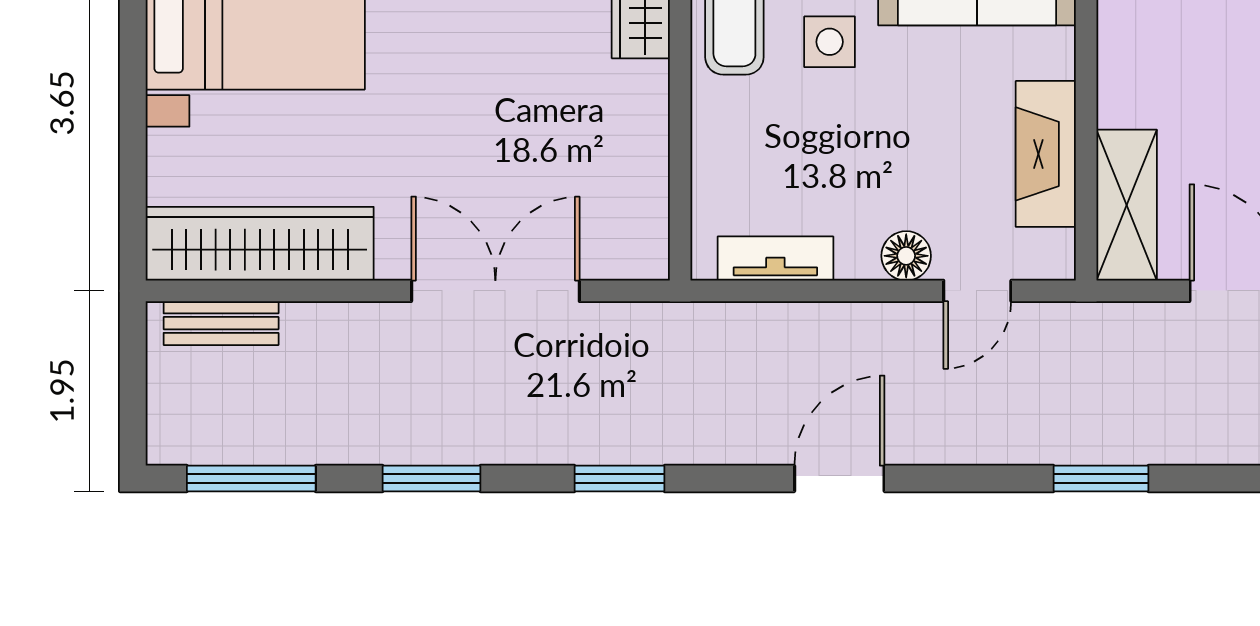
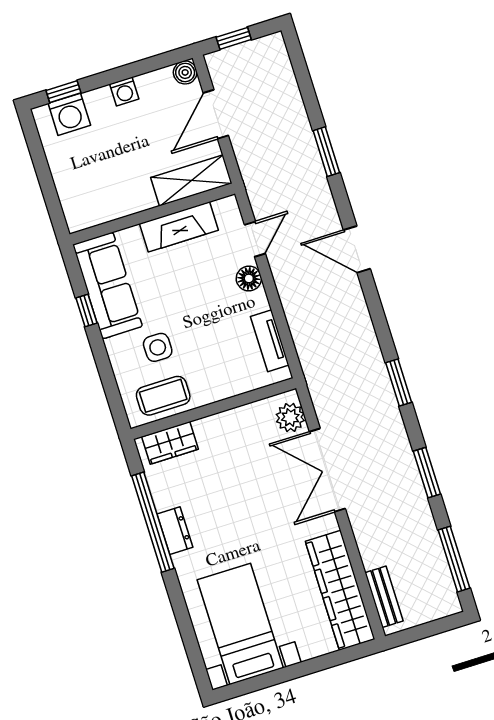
plant: (618, 252) -> (290, 417), added
door: (977, 291) -> (255, 239), hinge flipped
door: (839, 478) -> (357, 249), moved

